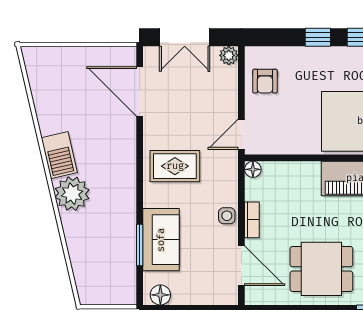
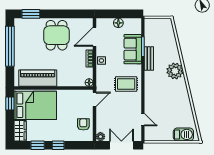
door: (140, 91) -> (143, 120), width x0.53
barbecue: (59, 155) -> (183, 134), moved, turned 103
bench: (127, 220) -> (149, 58), added
door: (241, 266) -> (95, 37), hinge flipped
dining table: (321, 269) -> (57, 35), turned 90
floor lamp: (160, 295) -> (118, 23), moved

